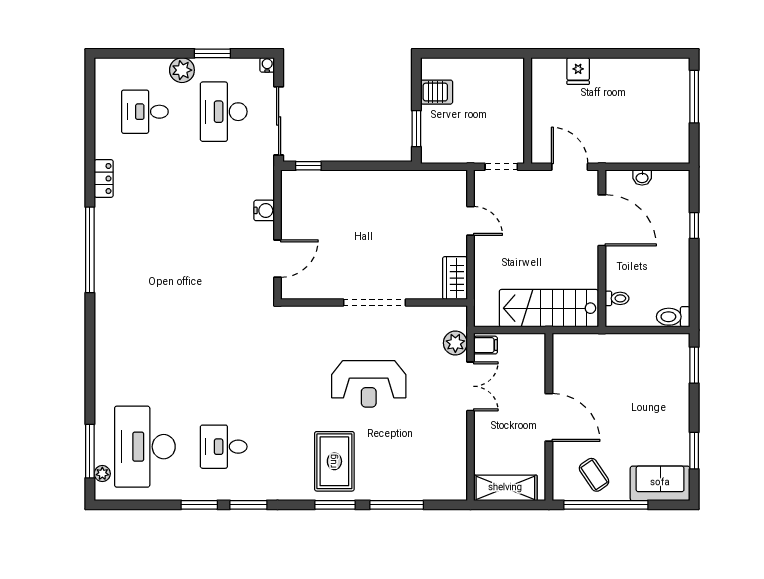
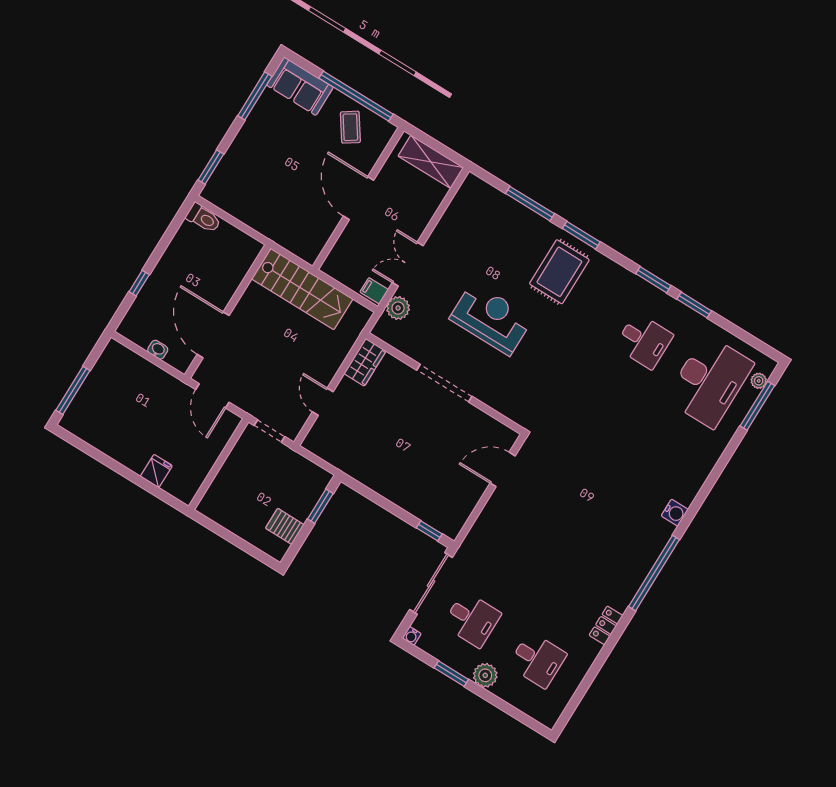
desk: (224, 112) -> (472, 619), width x0.73
water cooler: (264, 210) -> (675, 513), moved, turned 180
toilet: (617, 298) -> (241, 262), removed
window: (694, 451) -> (255, 96), width x1.44

